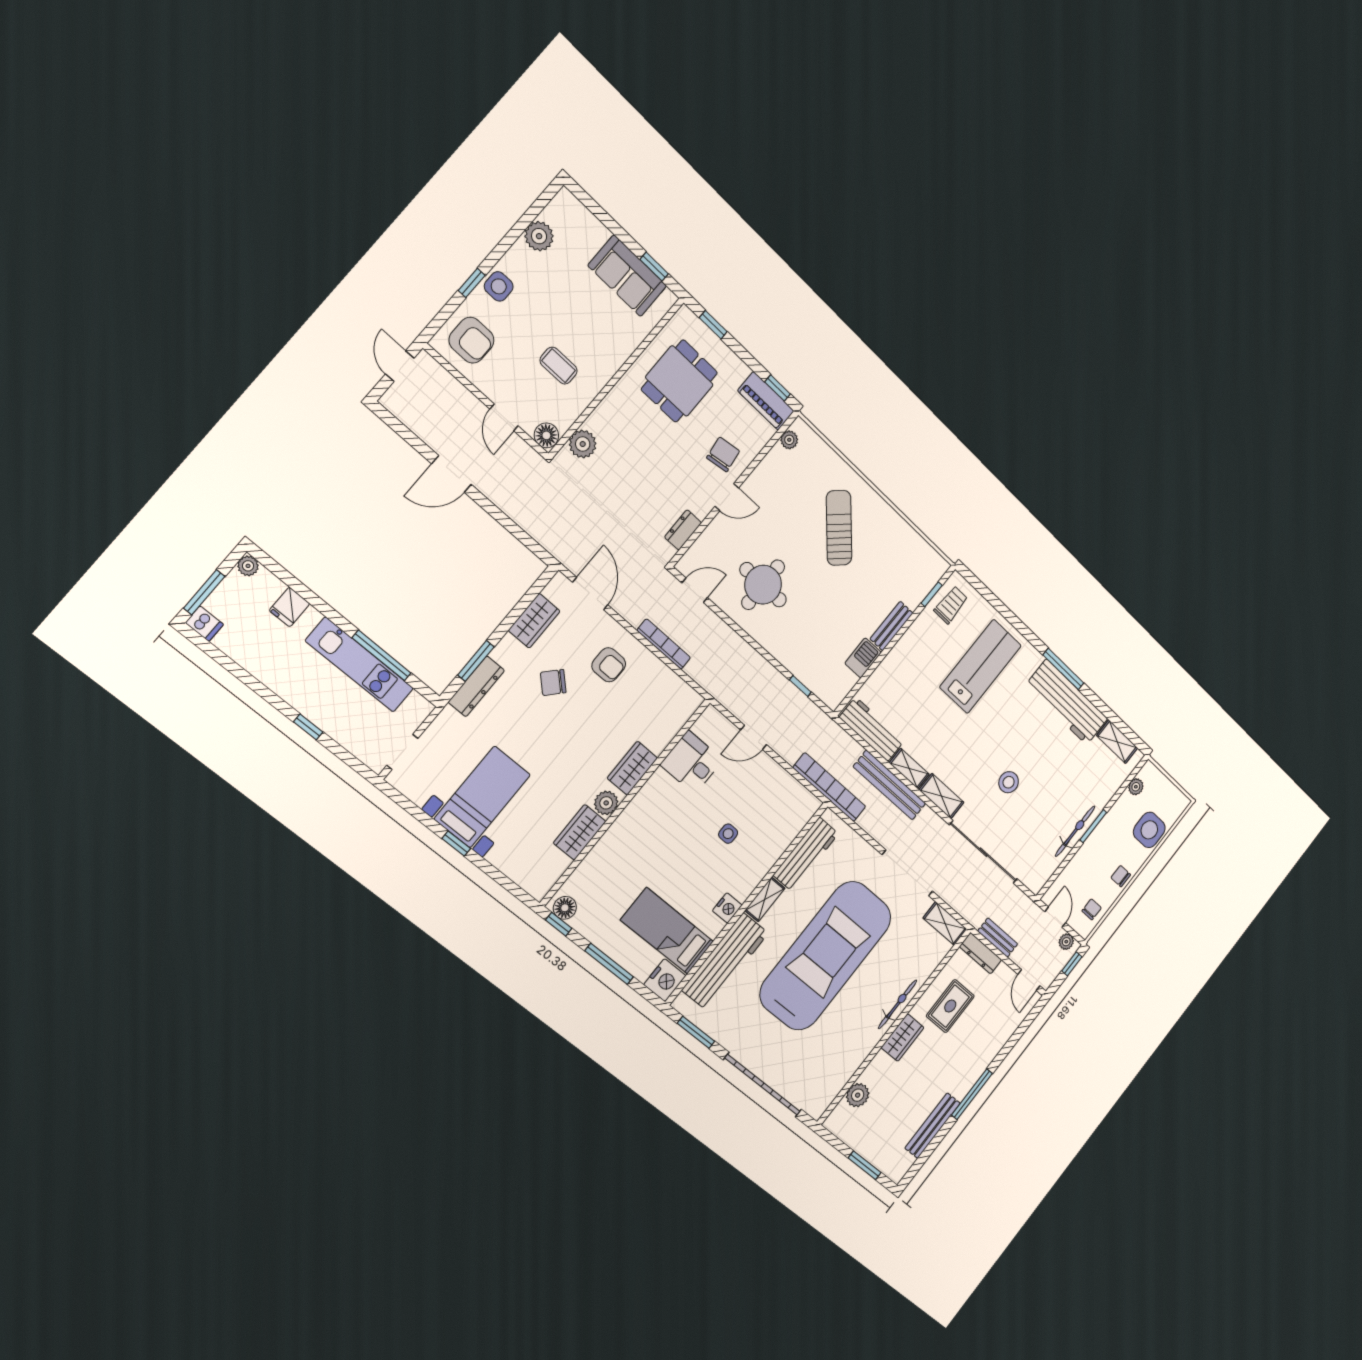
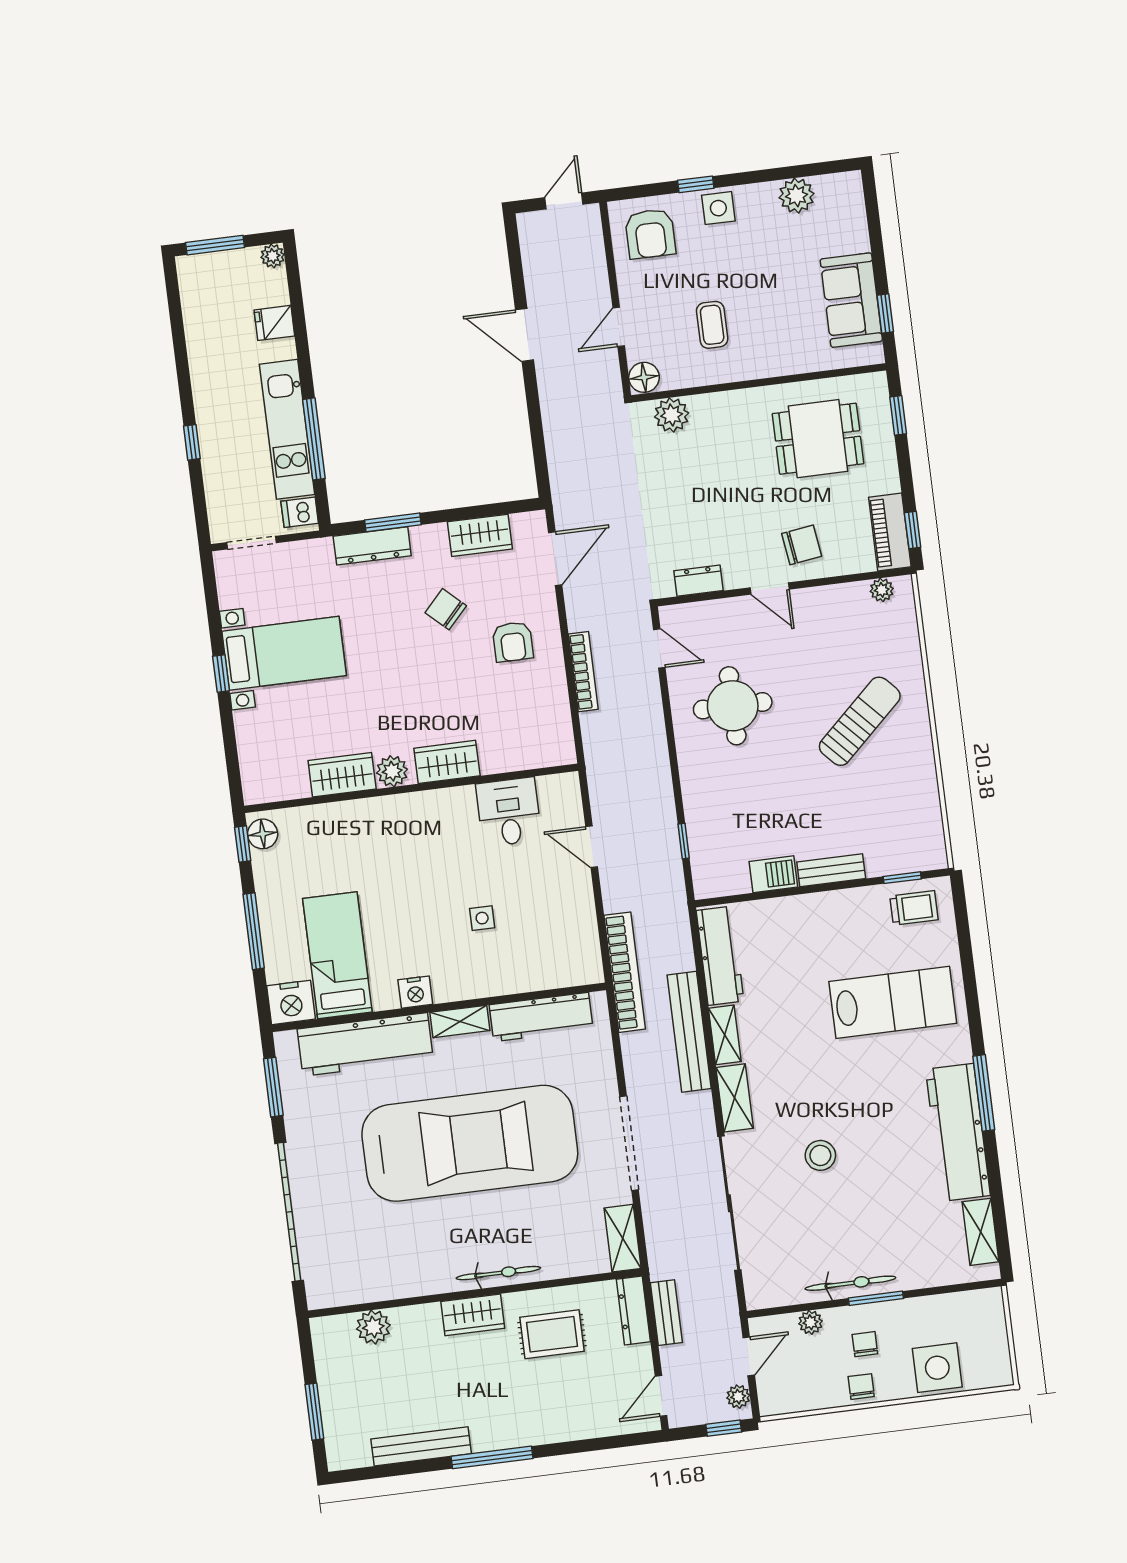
dishwasher: (204, 624) -> (300, 512), moved, turned 90
plant: (1136, 787) -> (810, 1322), moved
chair: (1092, 909) -> (865, 1344), moved, turned -90

